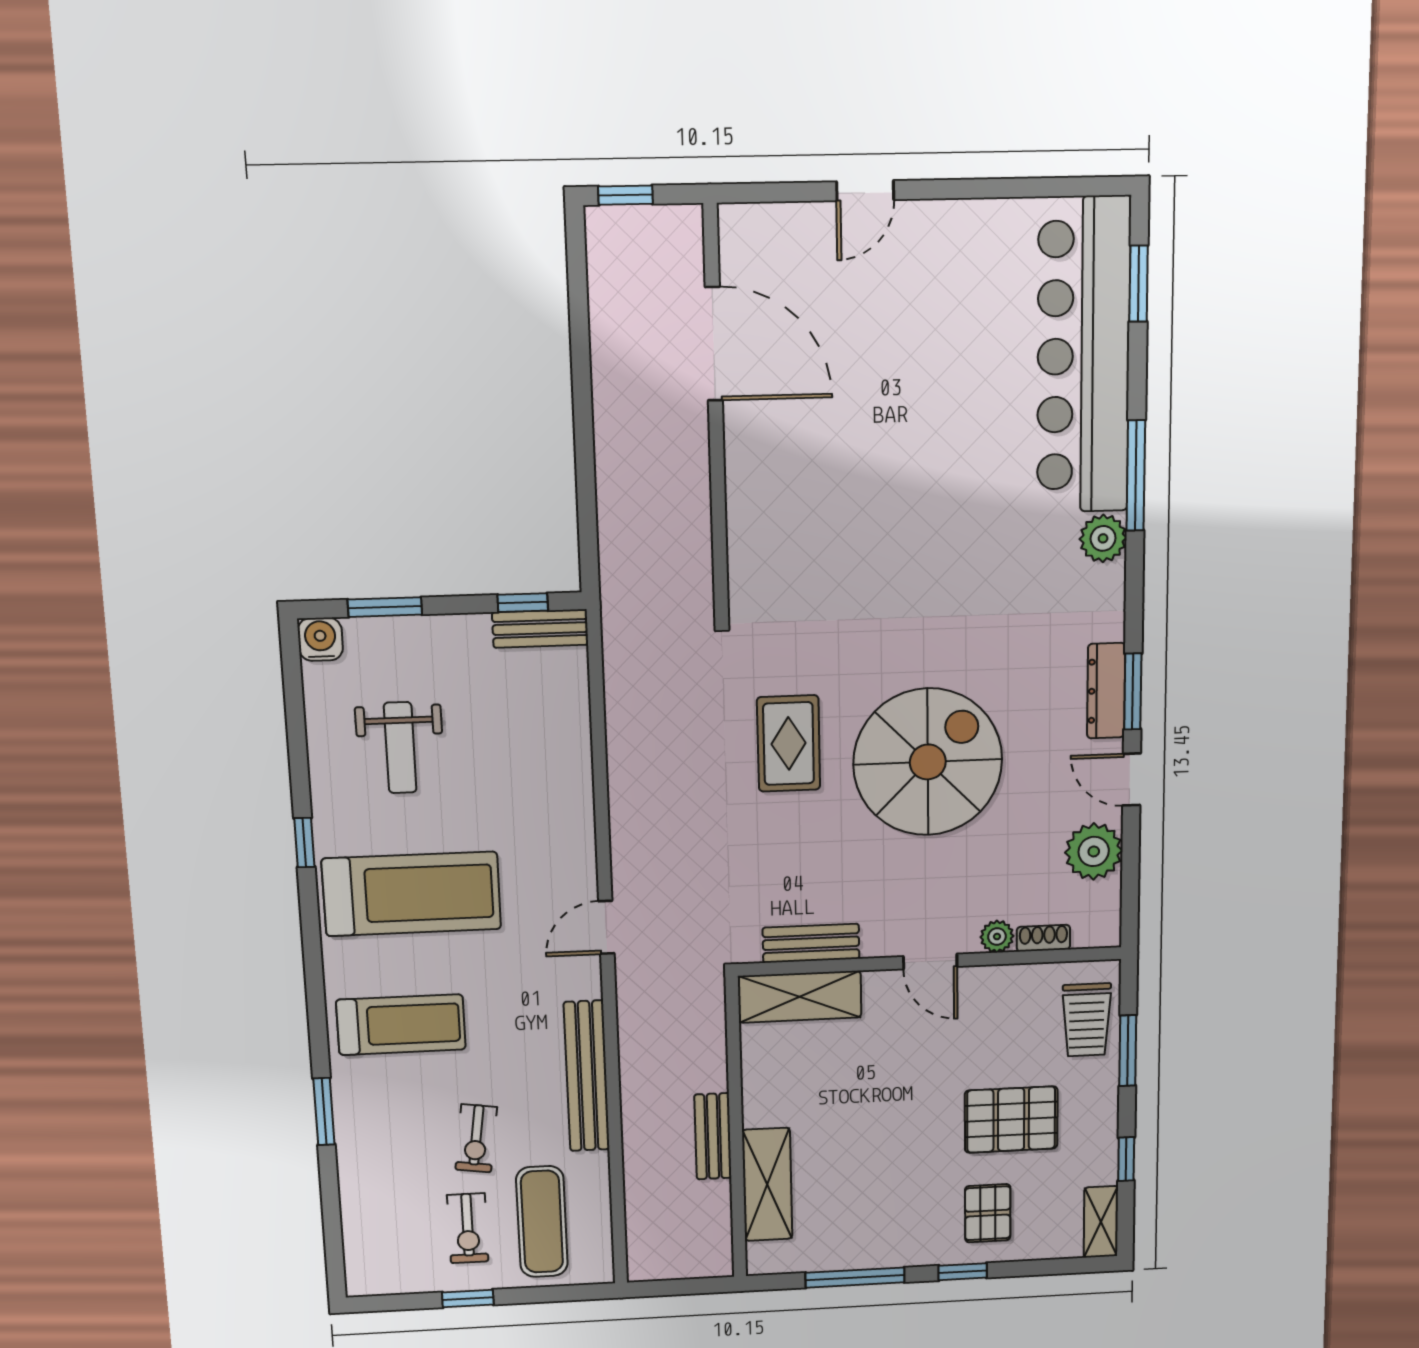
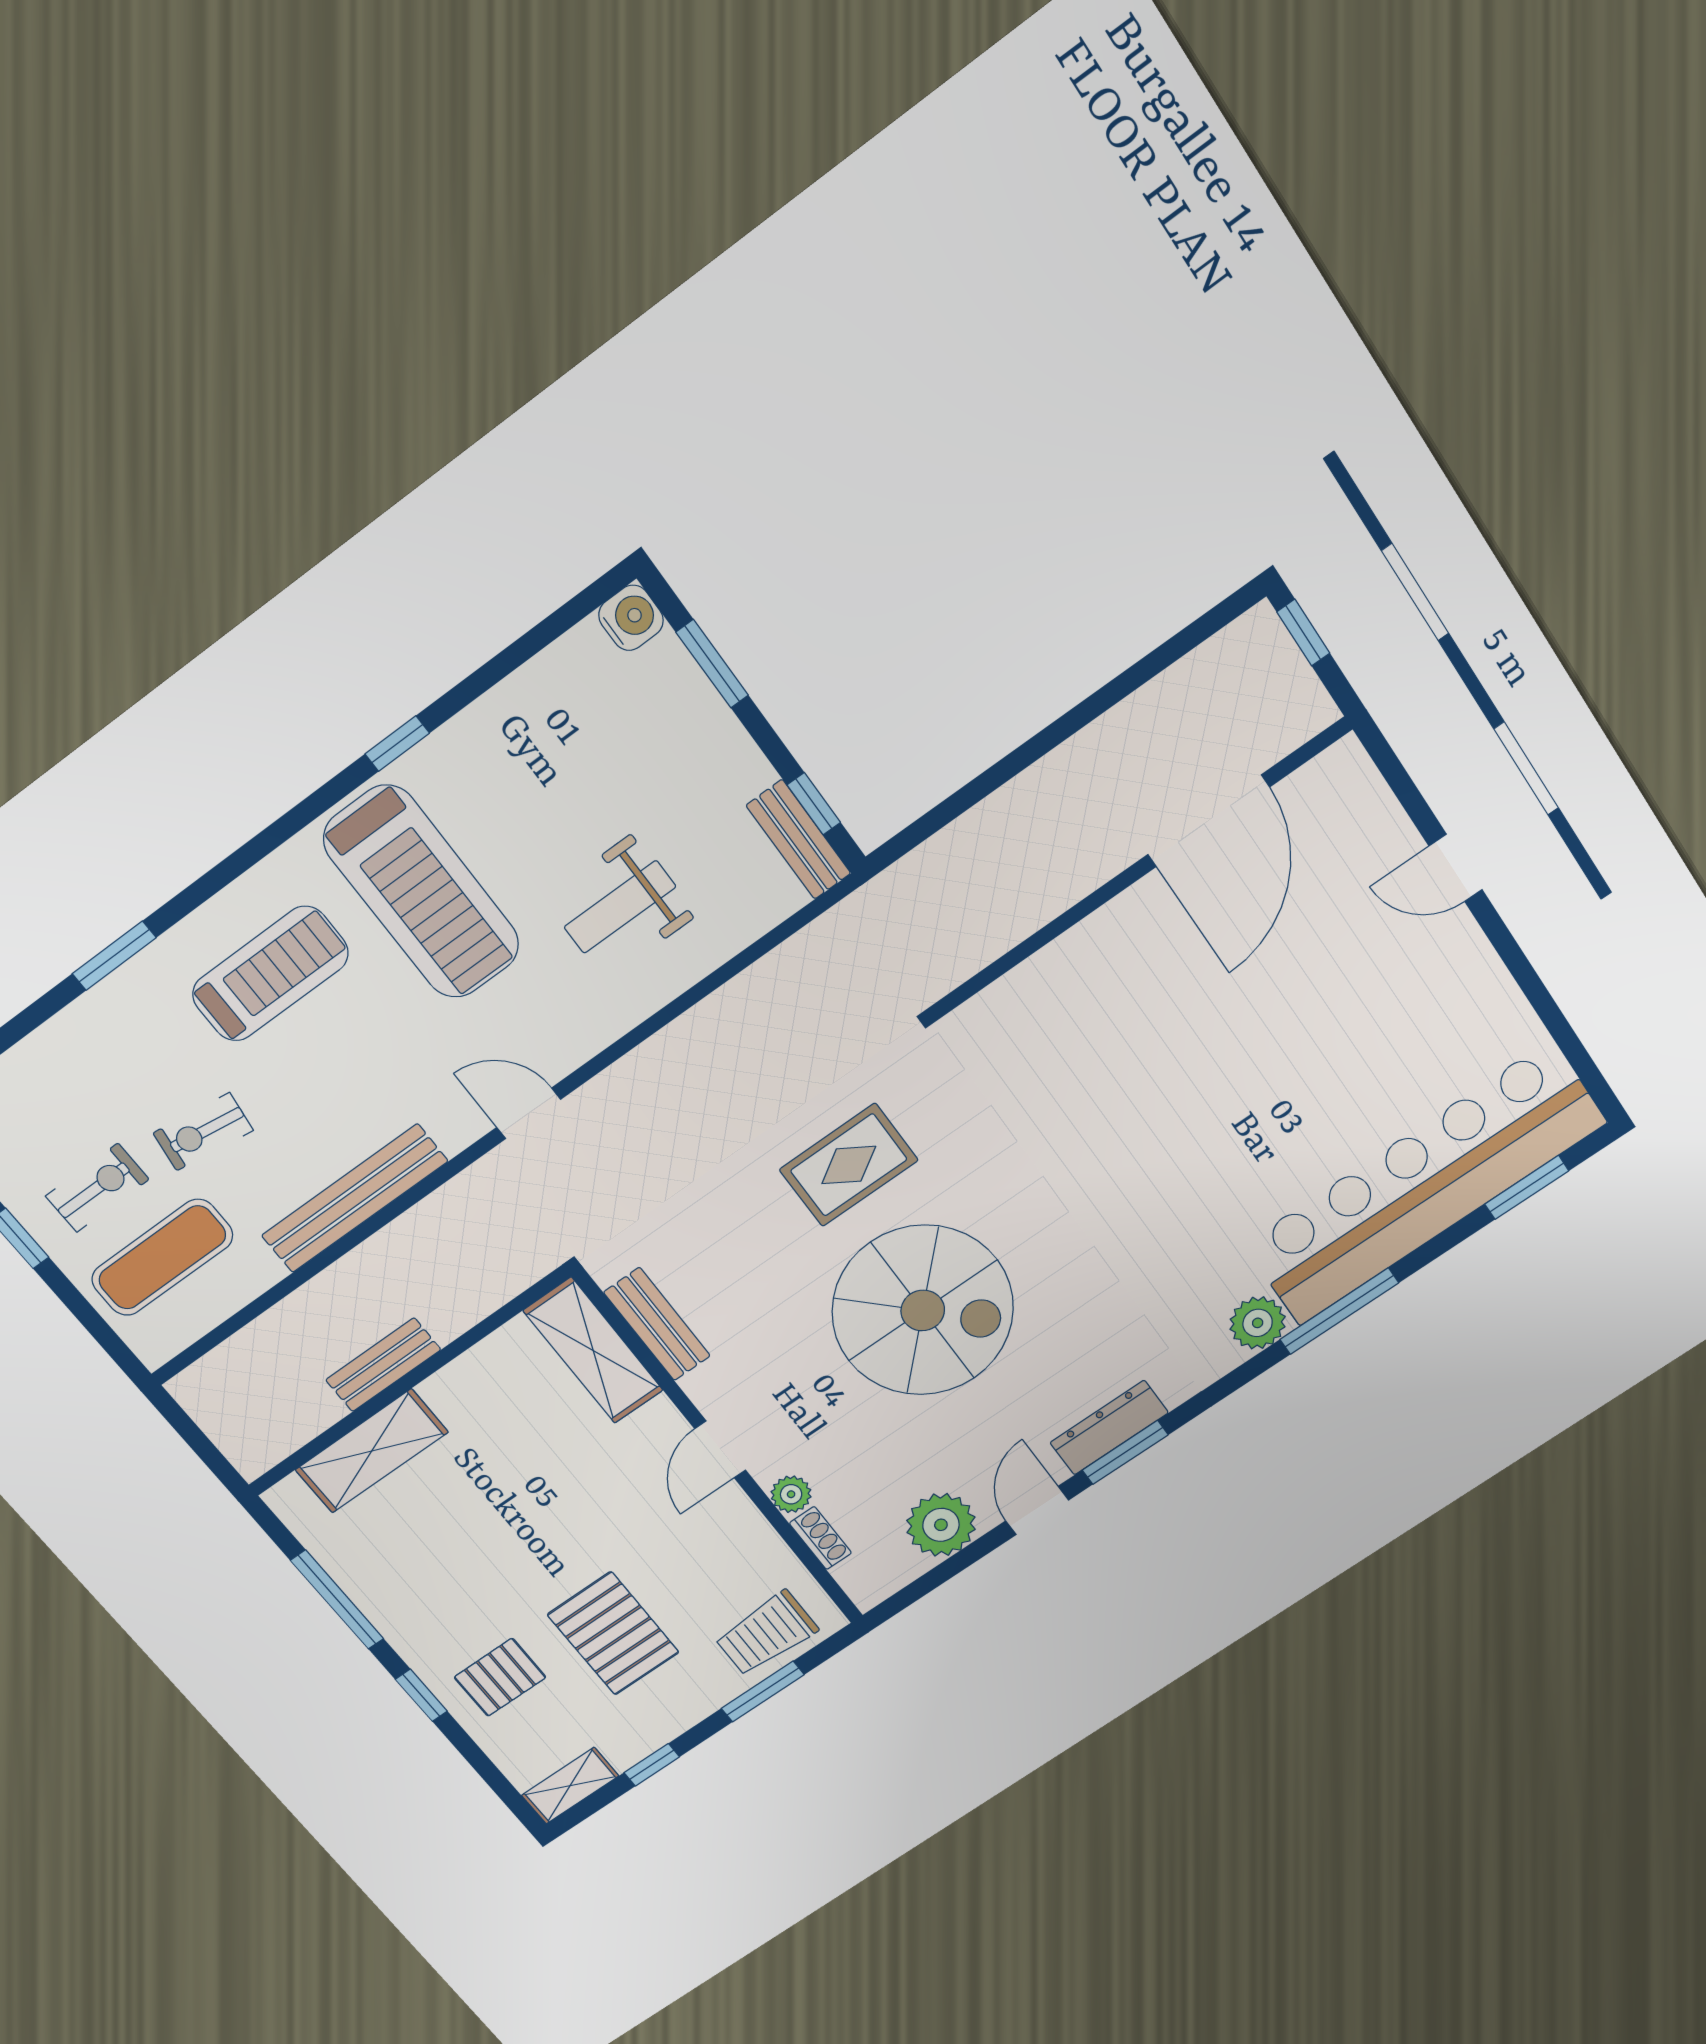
weight bench: (400, 748) -> (620, 907), moved
treadmill: (401, 1025) -> (270, 974), turned -90
exercise bike: (468, 1228) -> (97, 1188), turned 180

